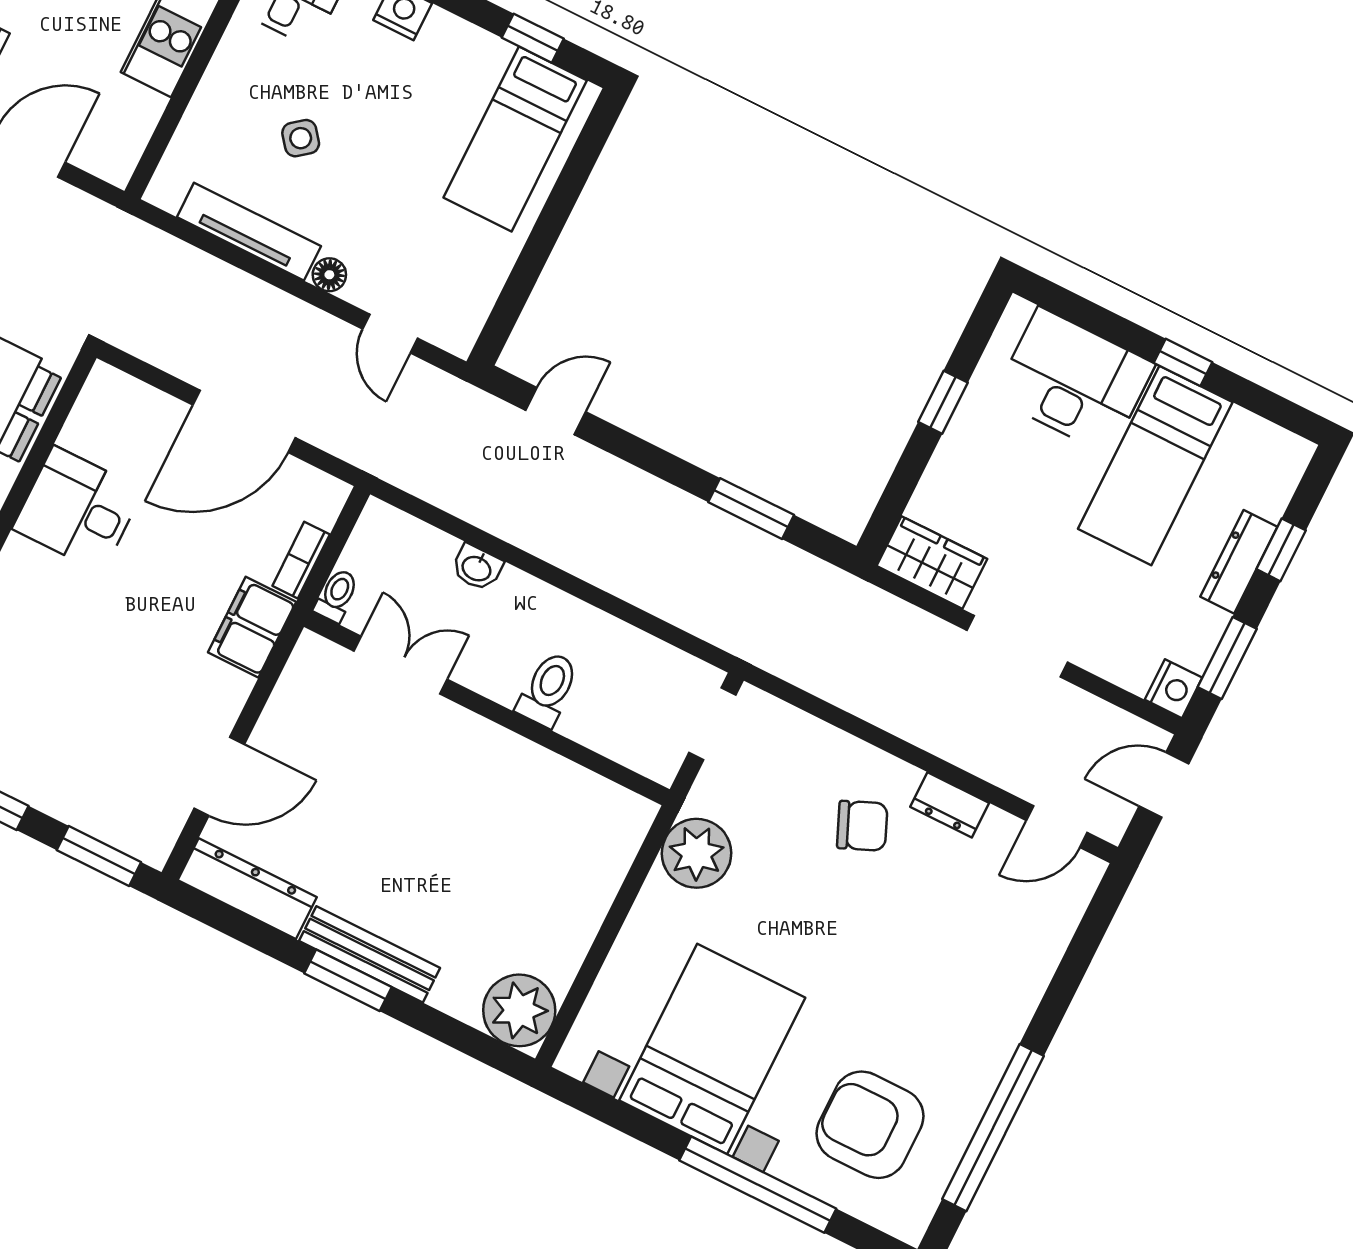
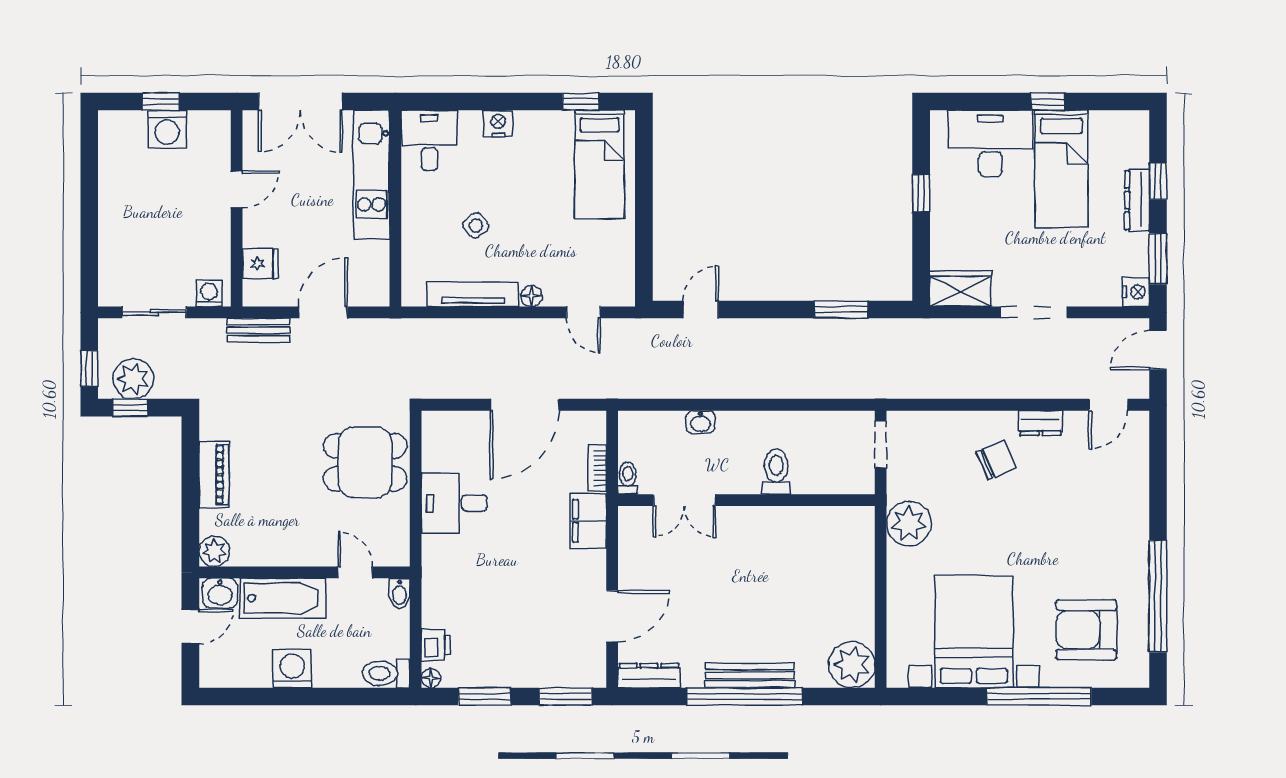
double door: (401, 665) -> (684, 500), swing flipped
dresser: (247, 889) -> (649, 676), width x0.73, depth x0.80
window: (348, 980) -> (745, 696), width x2.11

